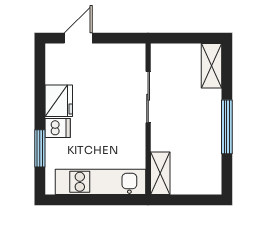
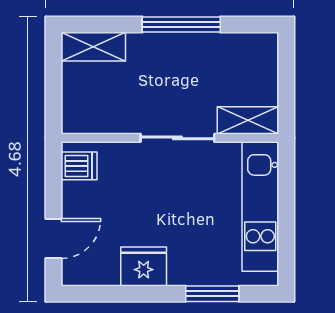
door: (78, 38) -> (54, 239), swing flipped
sliding door: (148, 97) -> (177, 138), moved
dishwasher: (58, 128) -> (79, 166), moved, turned 90

